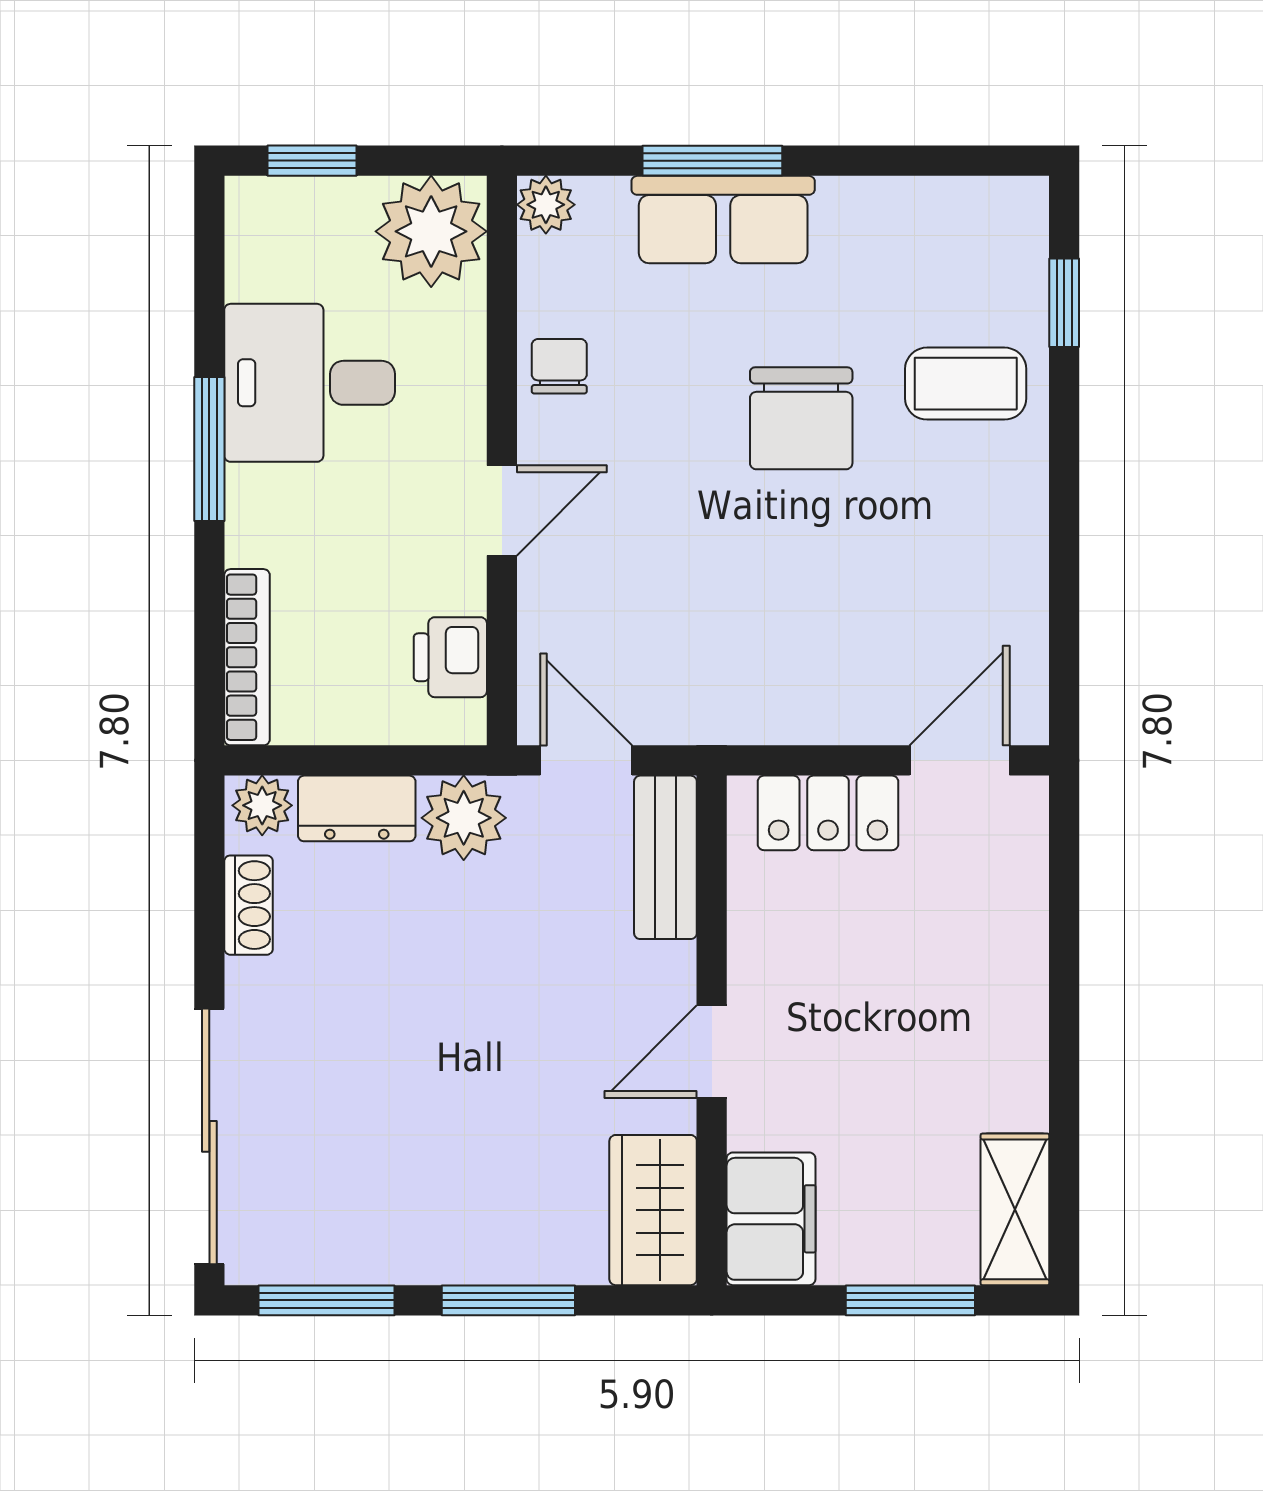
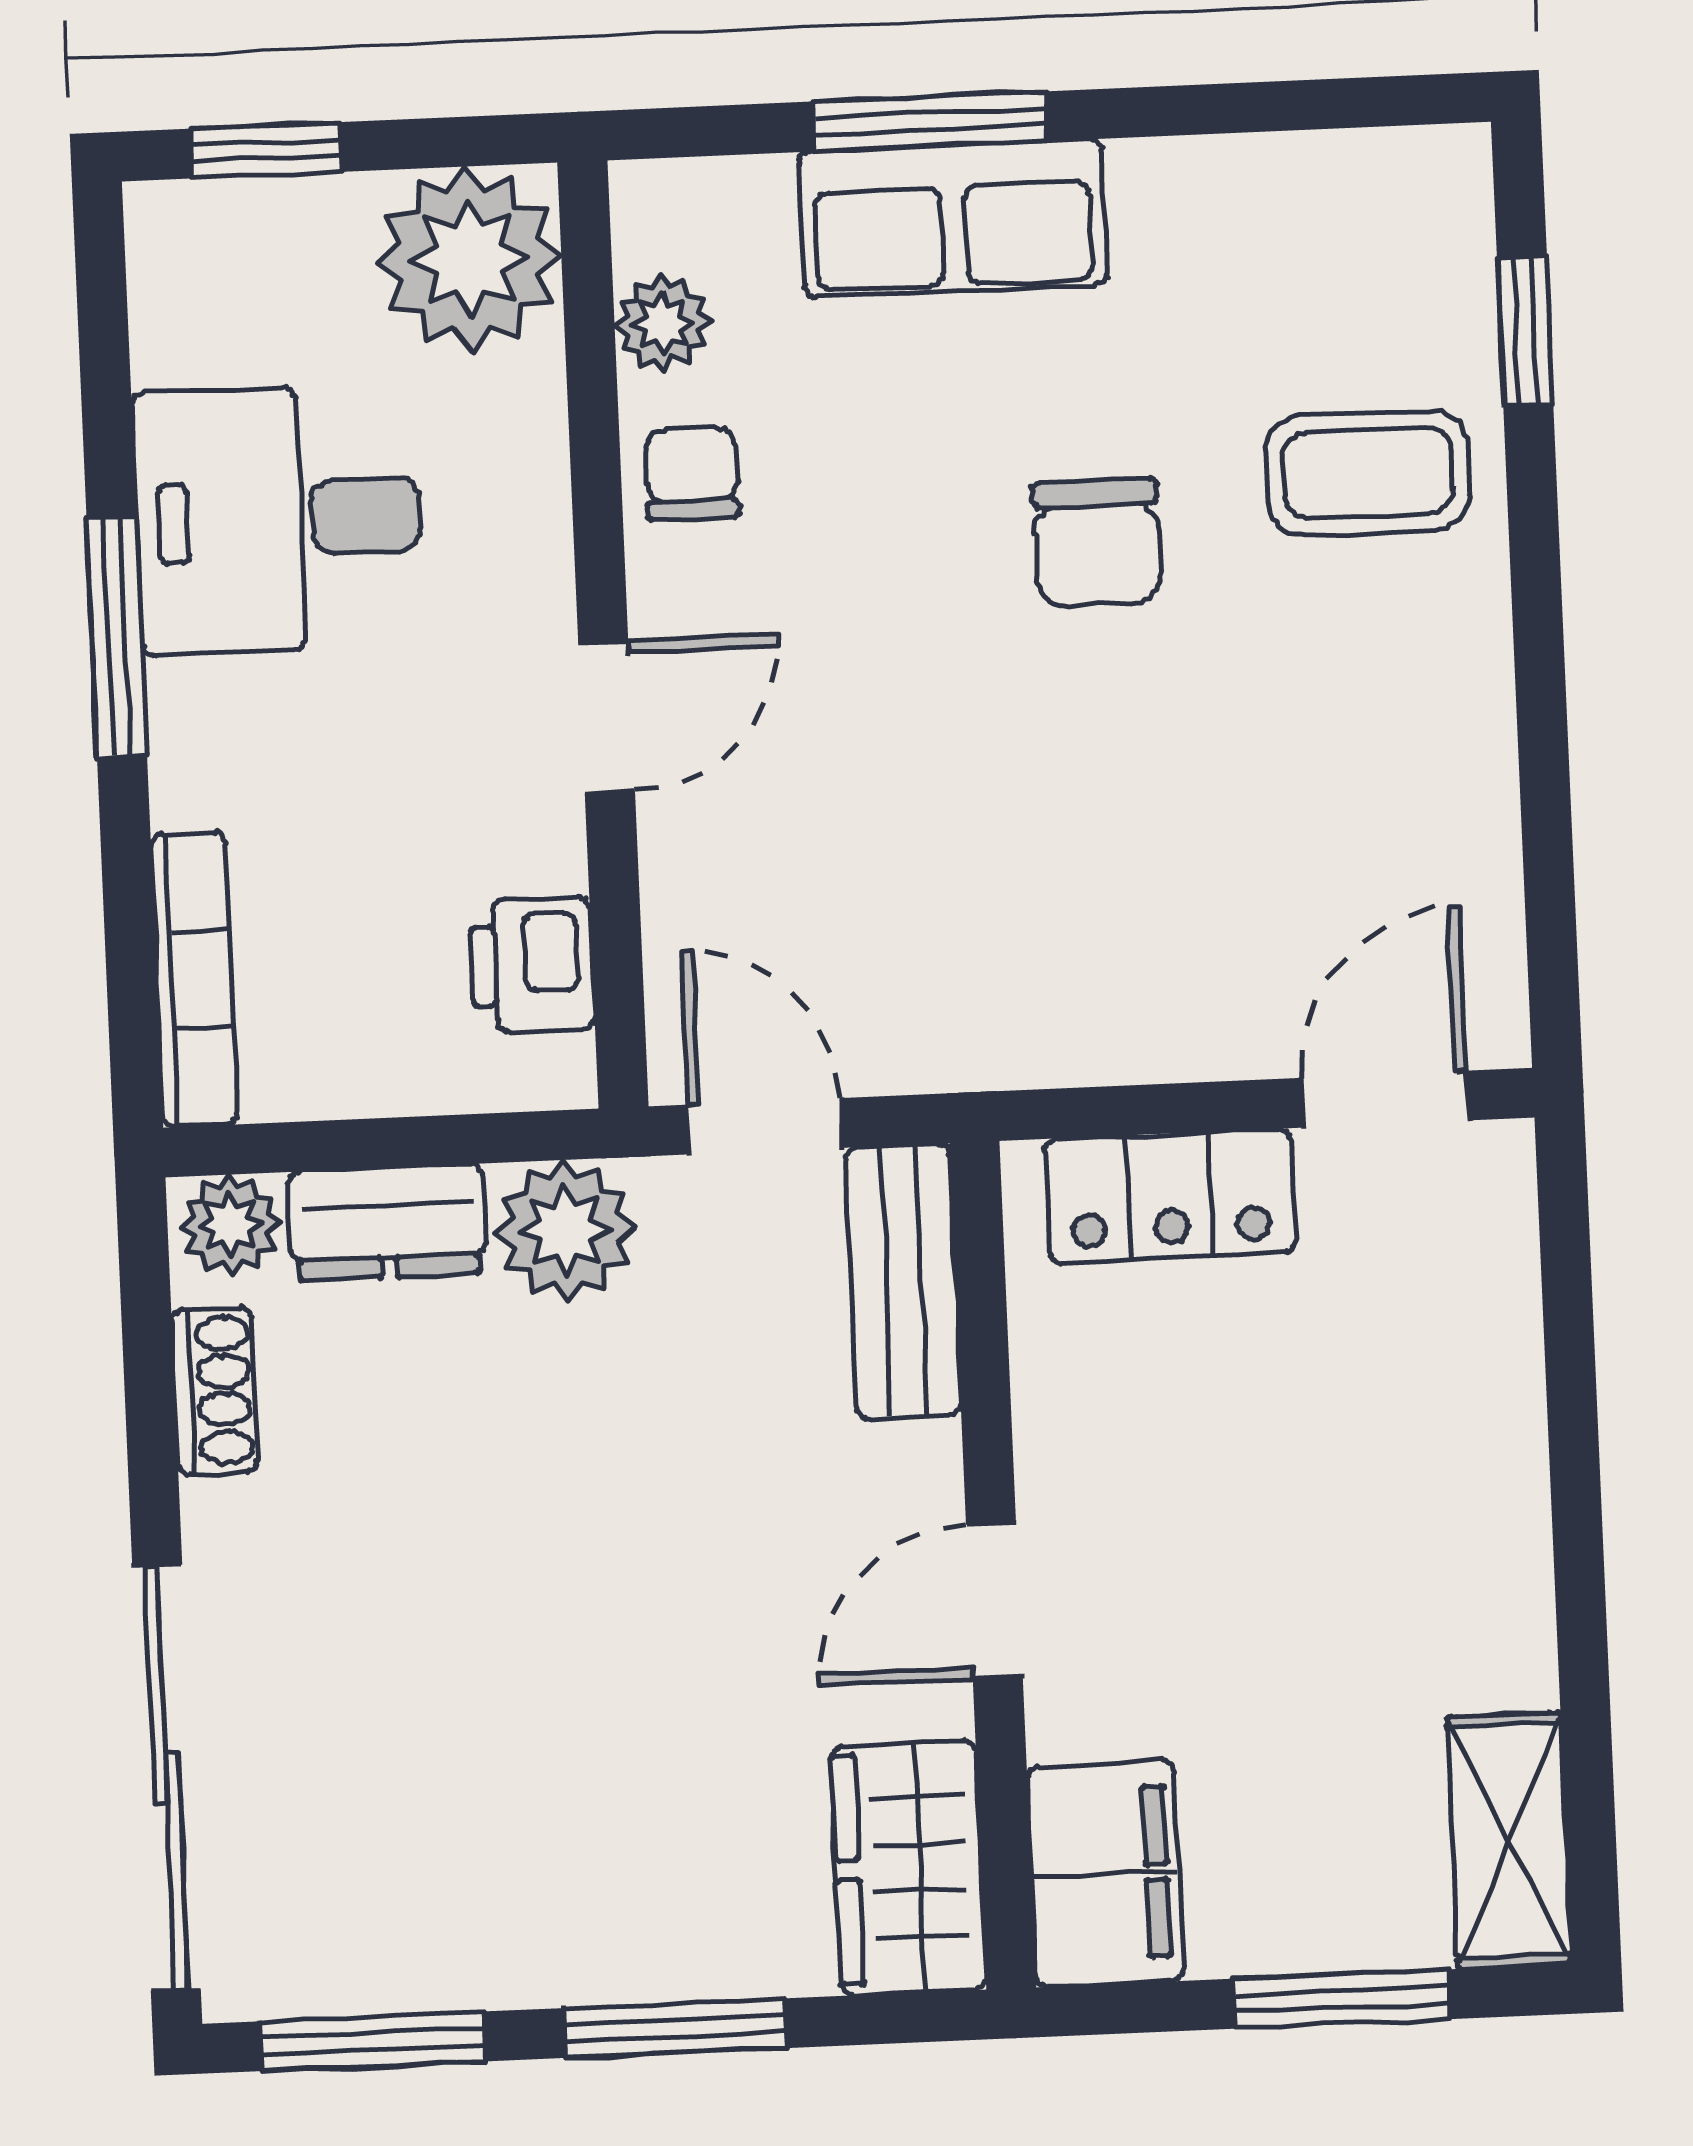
plant: (546, 205) -> (663, 323), moved
chair: (801, 418) -> (1097, 543), width x0.73, depth x0.73

